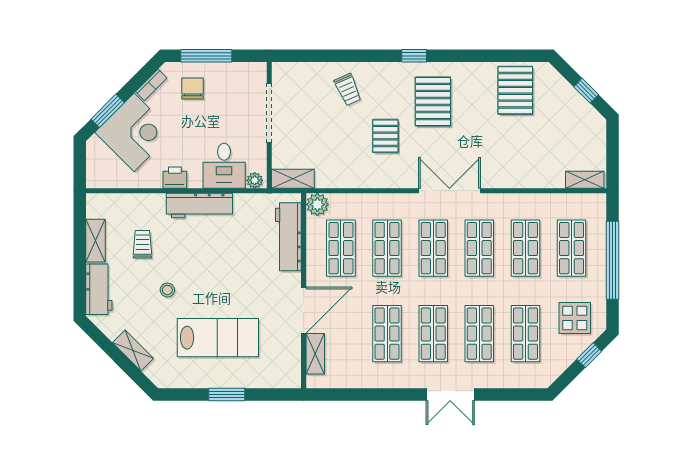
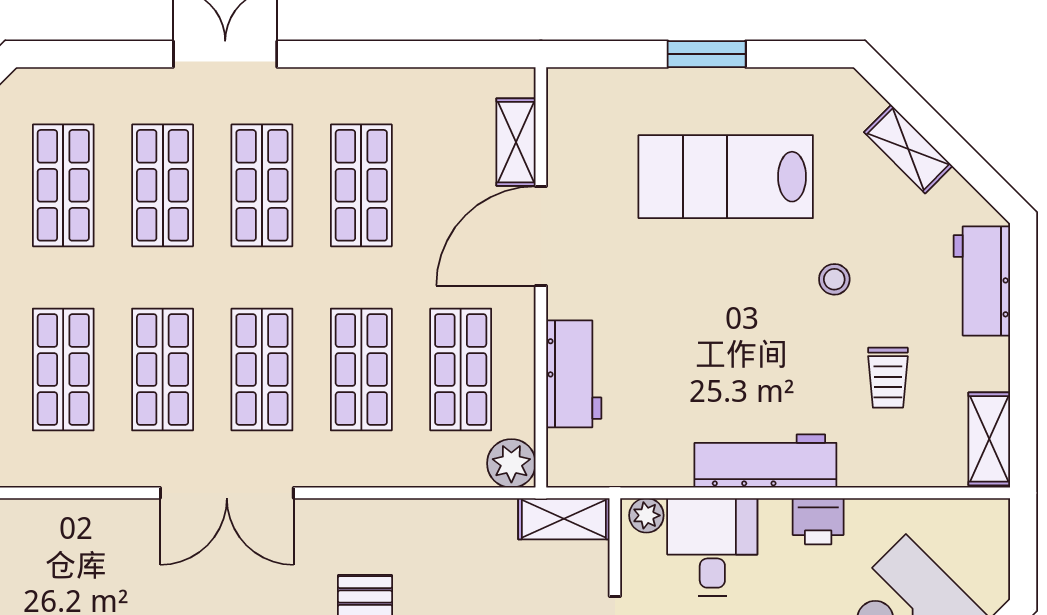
workbench: (288, 237) -> (574, 374), width x0.73
shelving: (95, 241) -> (989, 439), moved

